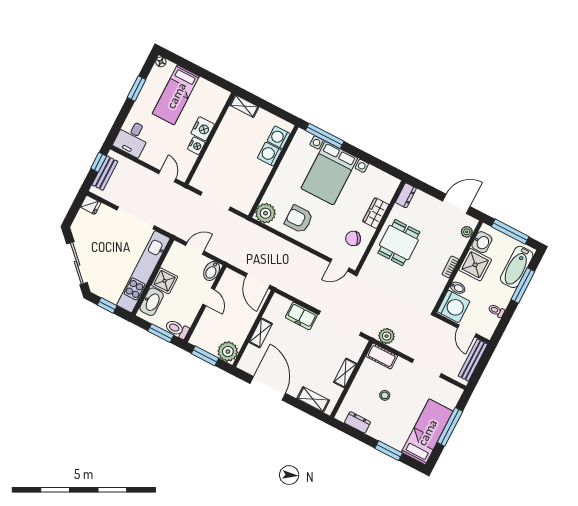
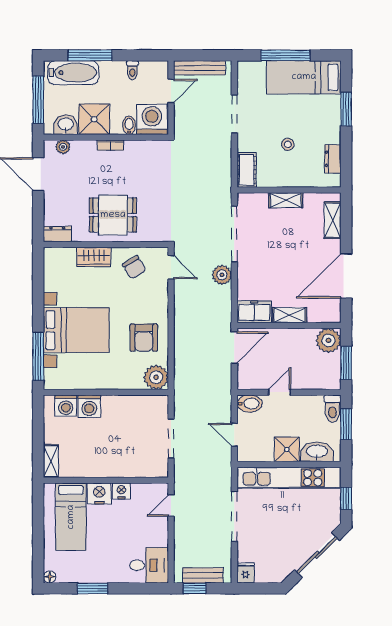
bed: (176, 95) -> (71, 517), moved, turned 90
freezer: (301, 316) -> (254, 312), moved, turned -90
plant: (387, 336) -> (222, 275), moved

